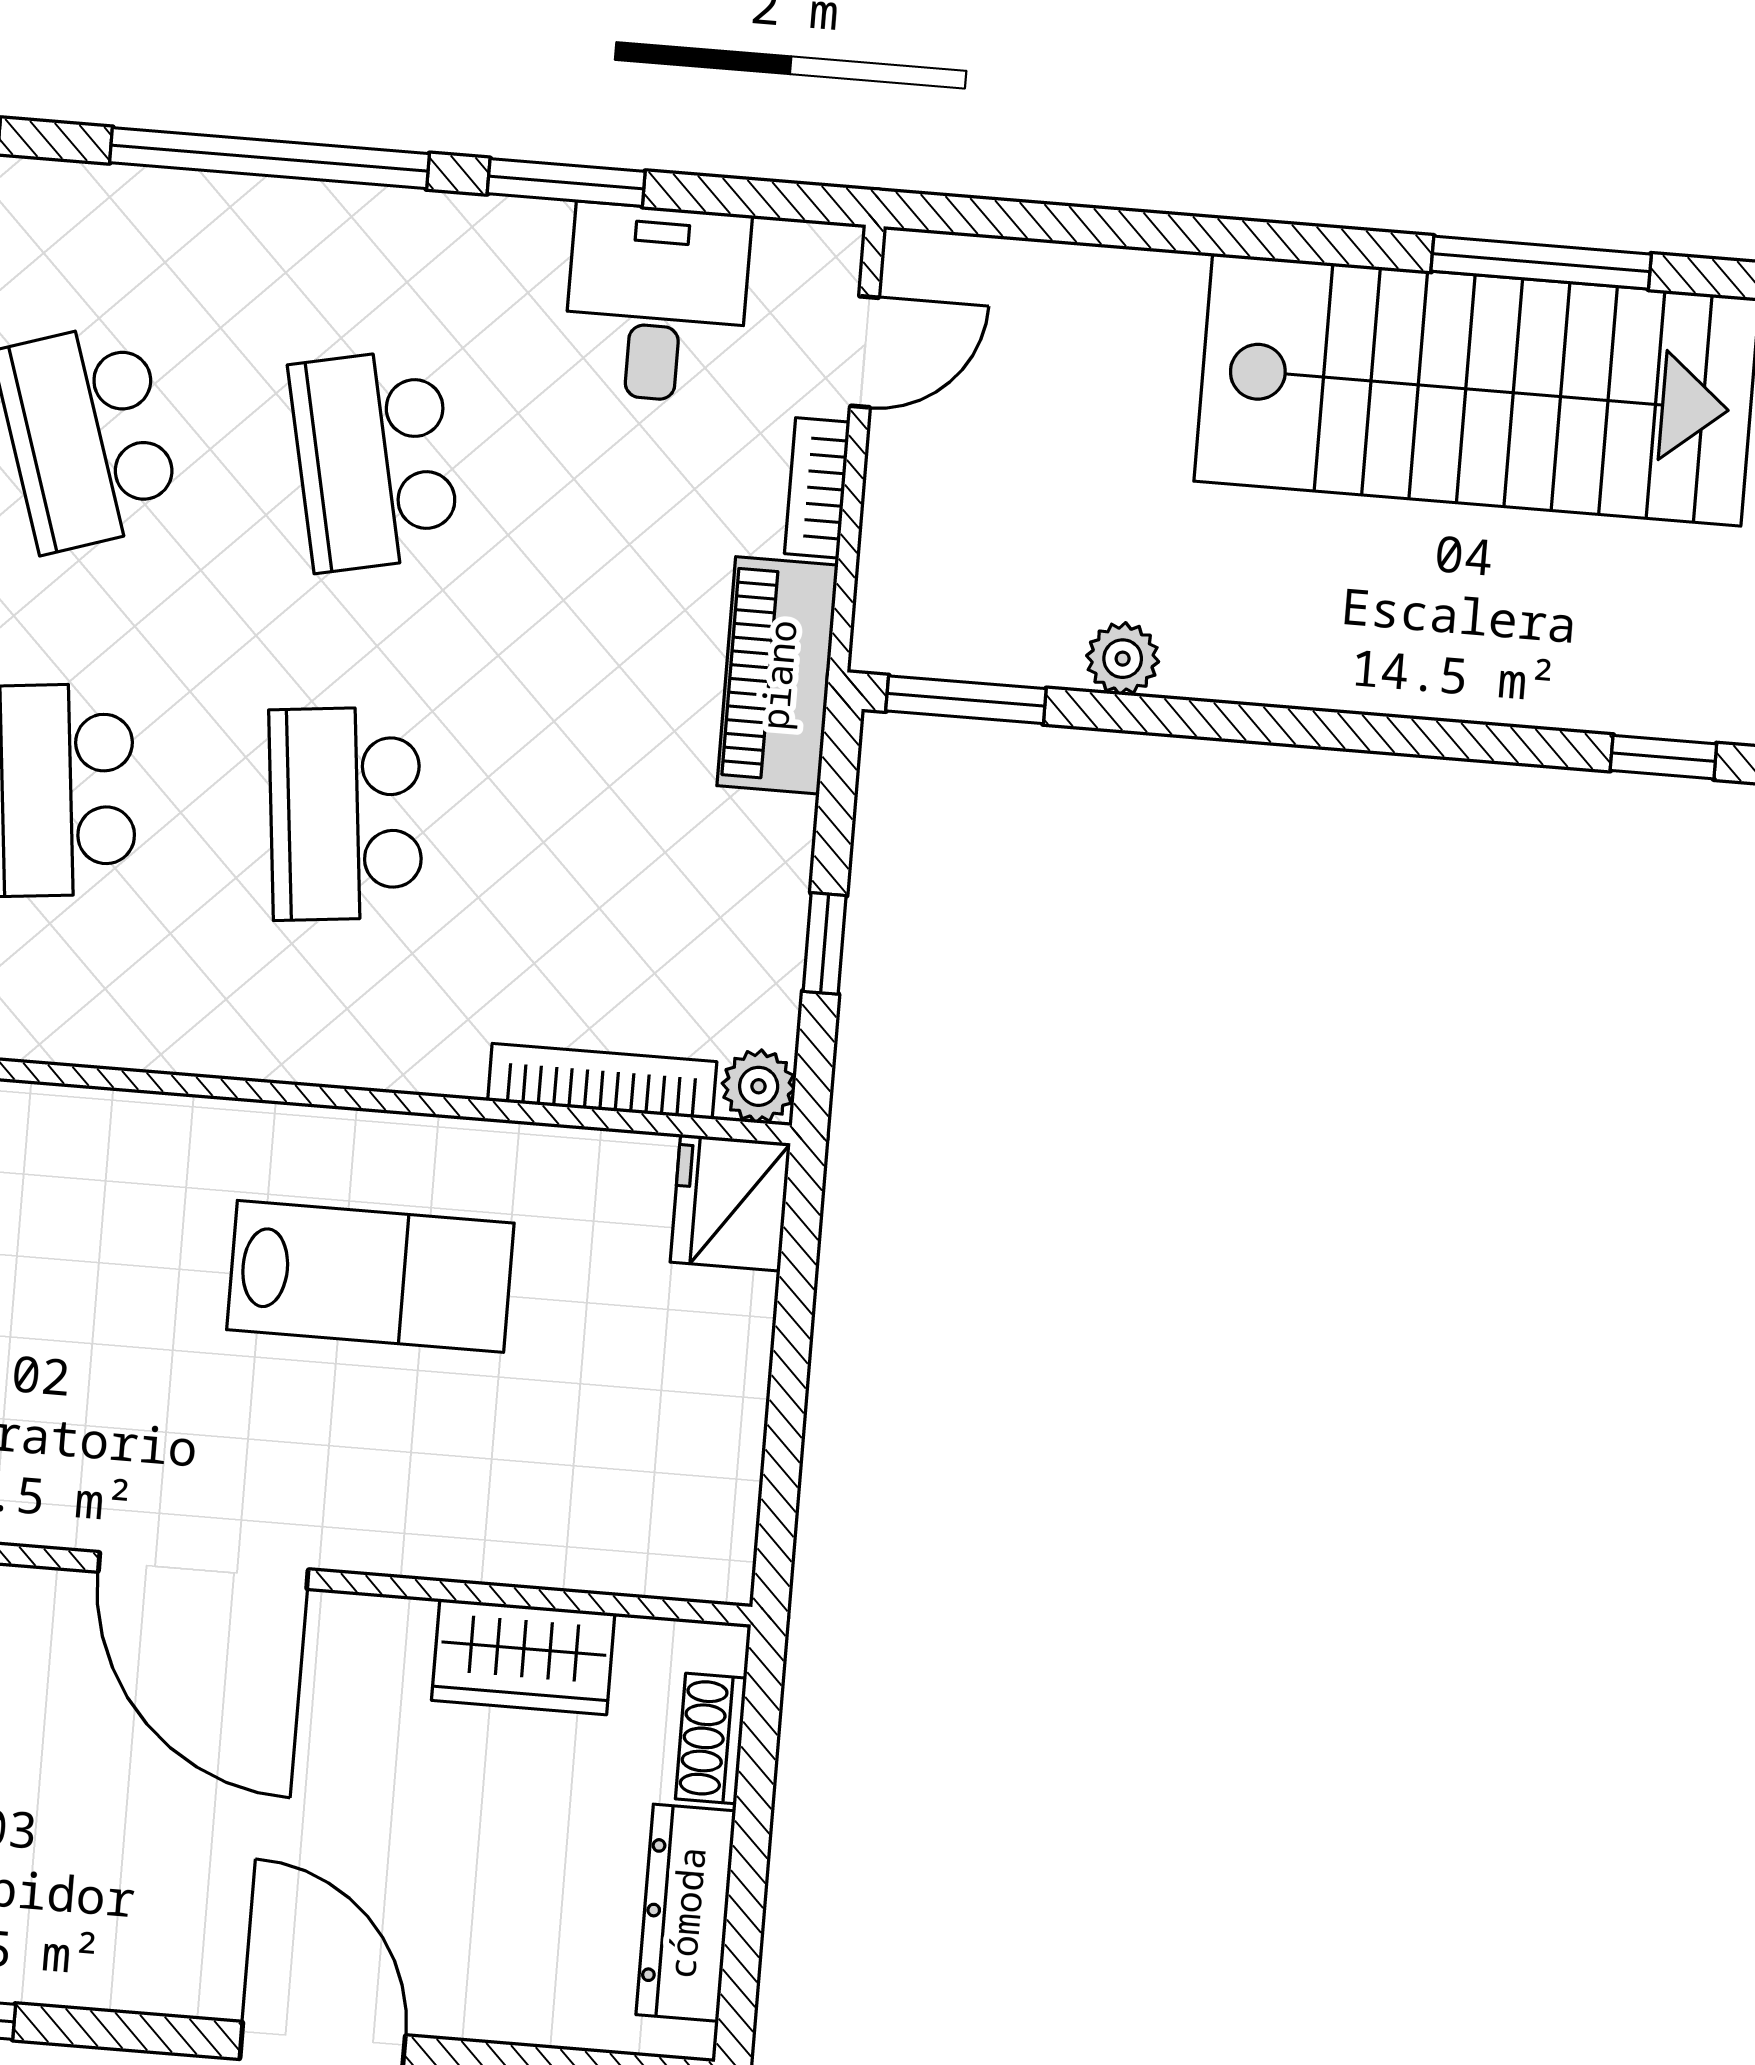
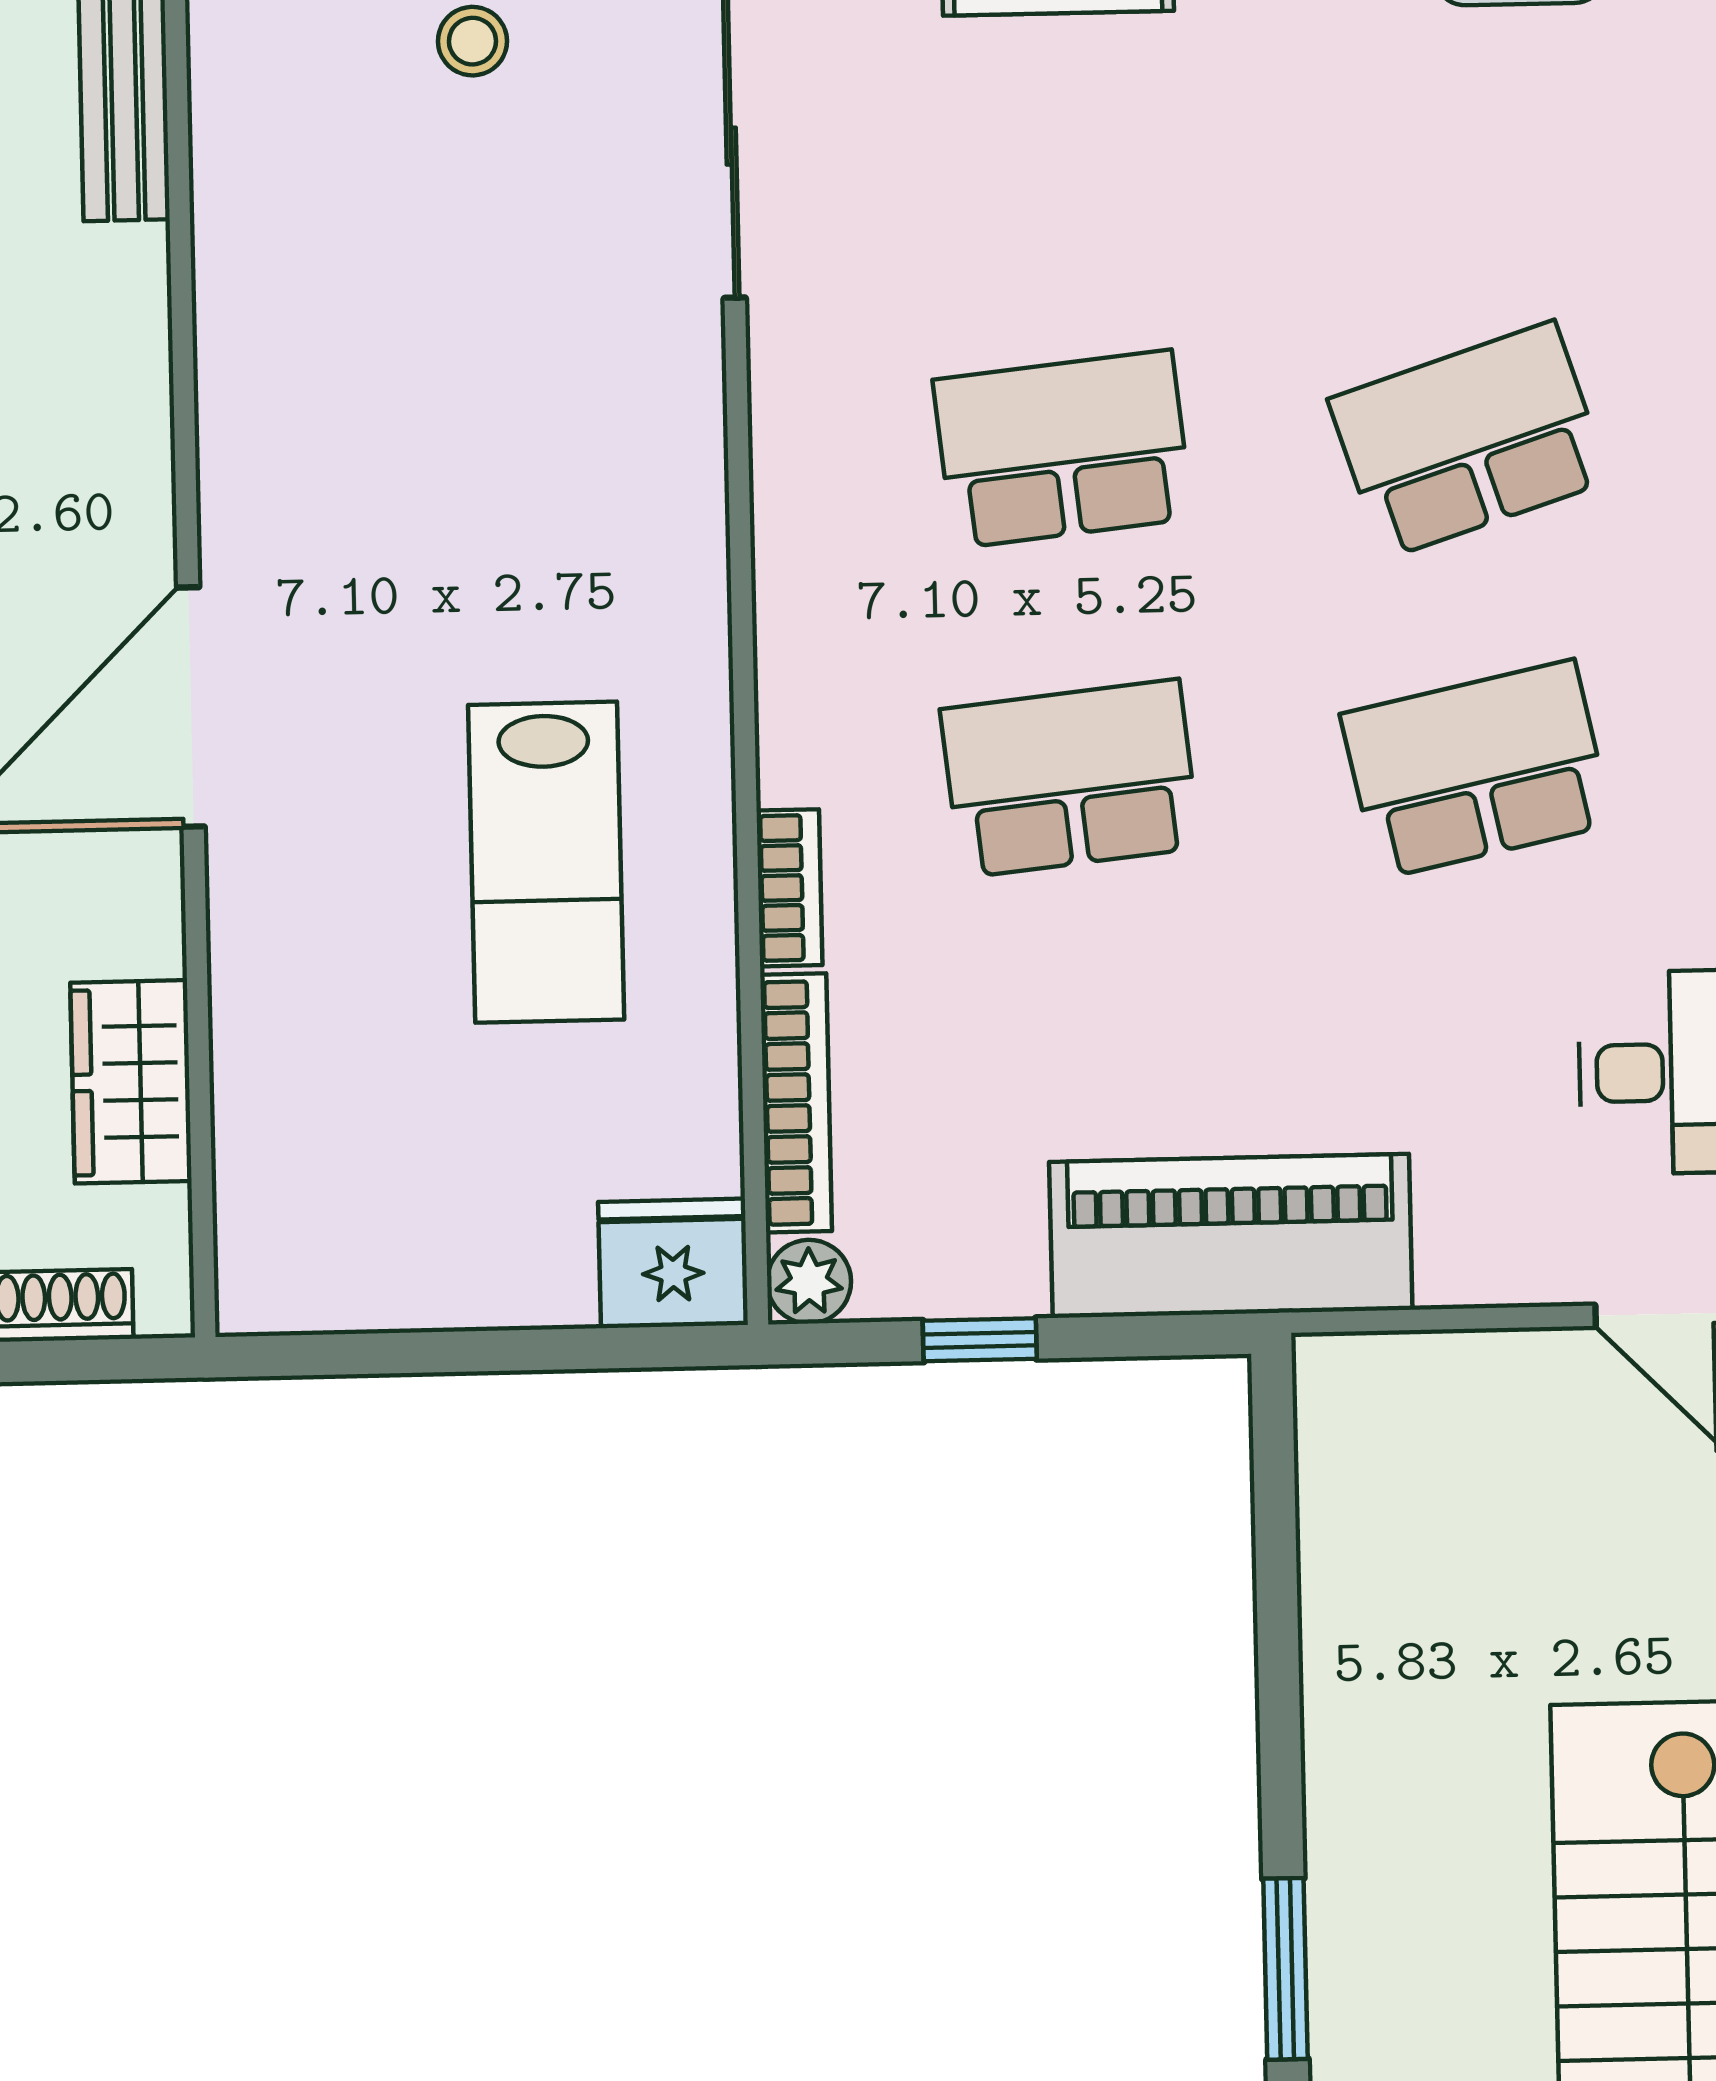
bookcase: (817, 488) -> (789, 888), moved, turned 90
plant: (1123, 659) -> (1340, 1645), removed
piano: (778, 675) -> (1231, 1236), width x1.37, depth x1.33
window: (966, 700) -> (1285, 1969), moved

